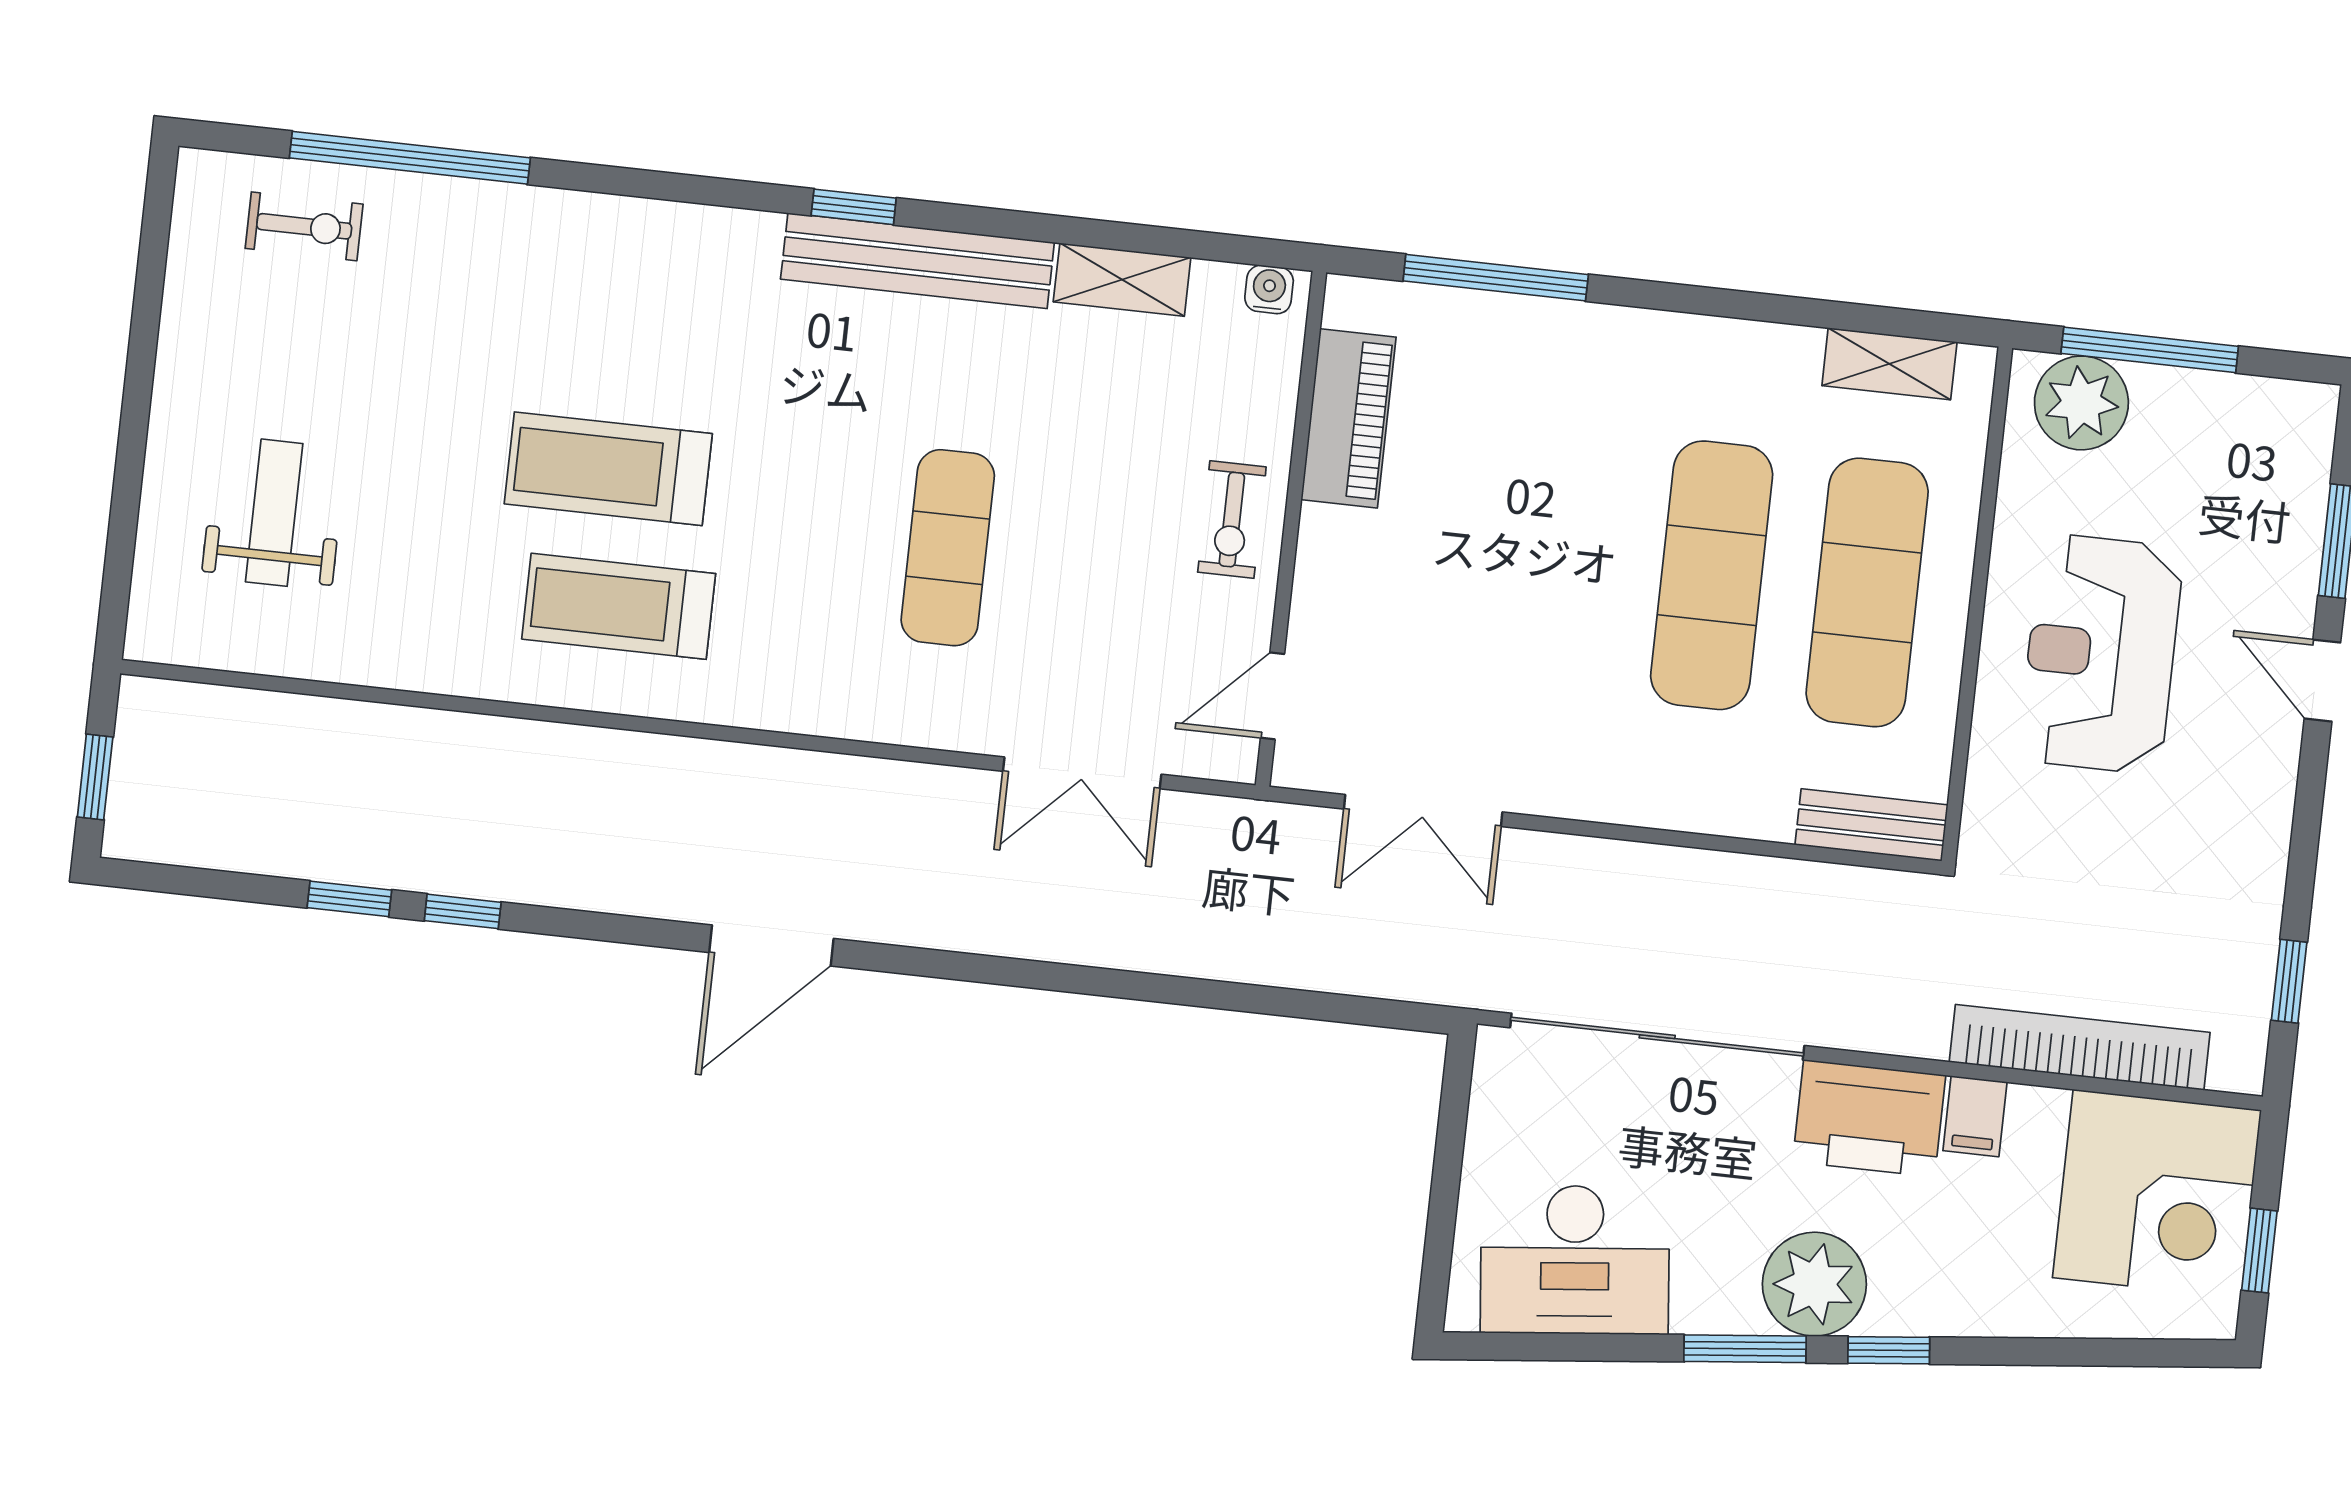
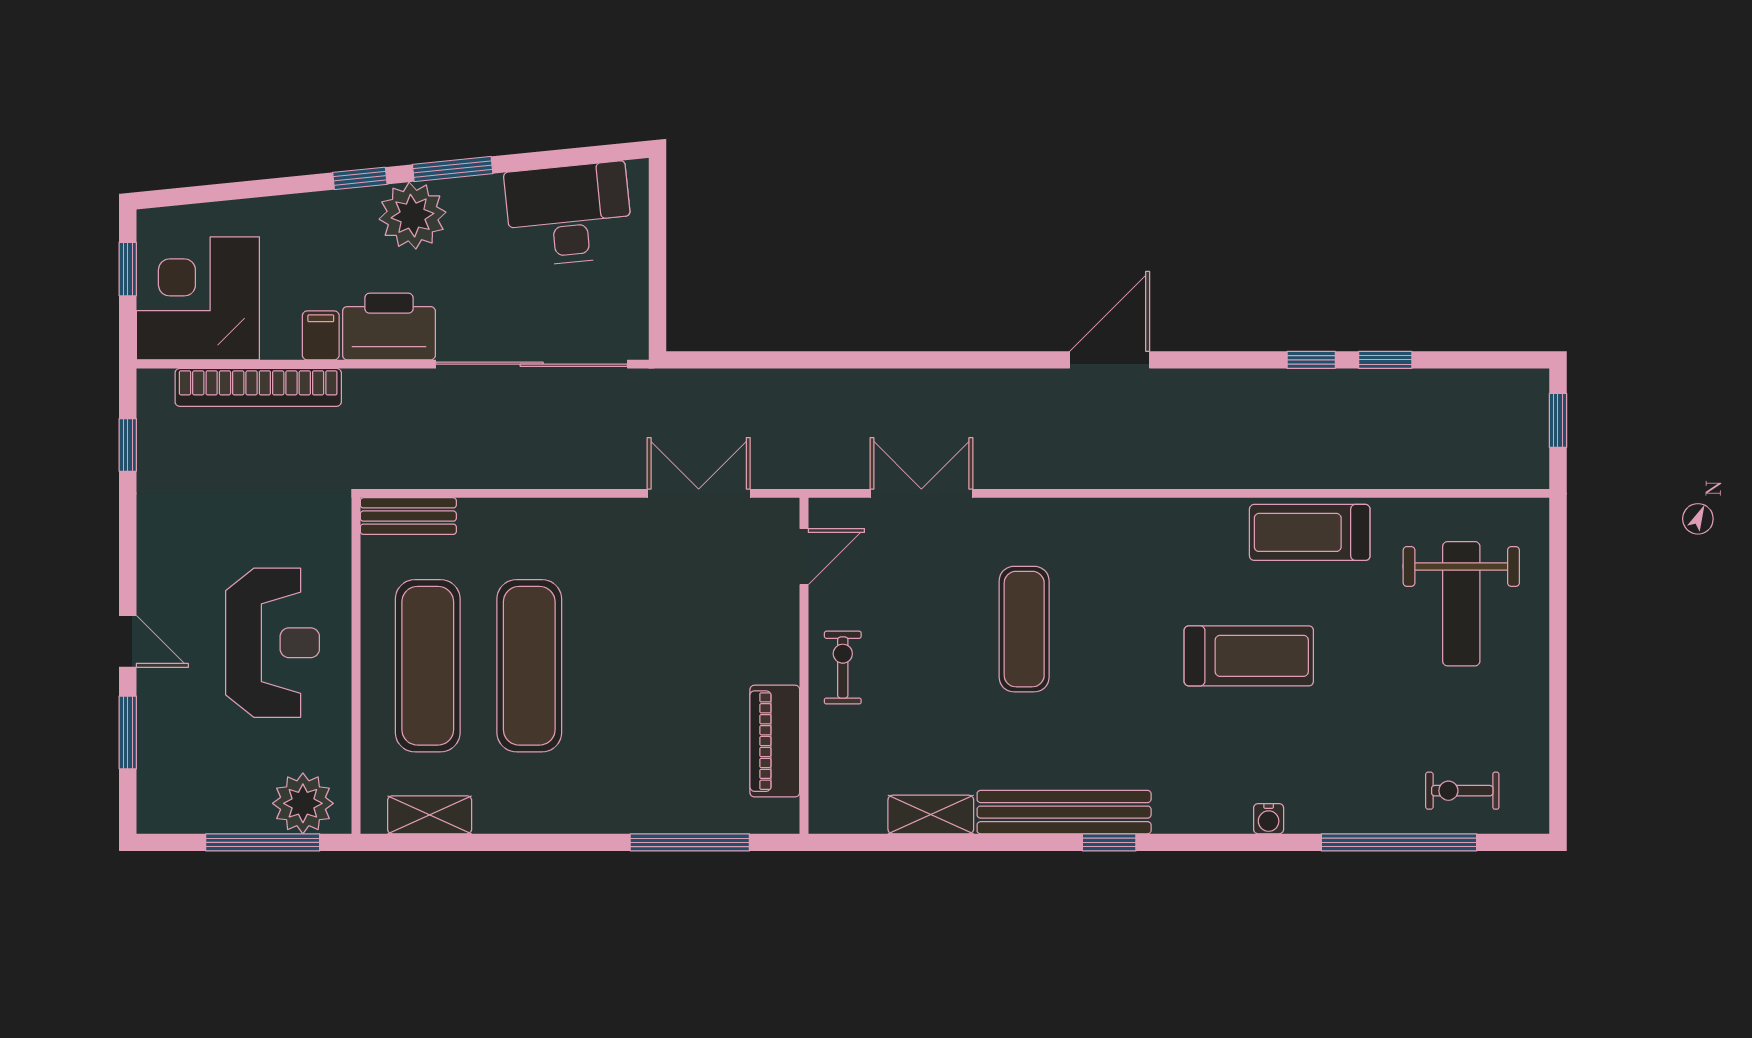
water cooler: (1269, 289) -> (1269, 819), moved
weight bench: (274, 513) -> (1461, 604), width x1.36, depth x1.33
treadmill: (619, 606) -> (1310, 532), moved, turned 180

